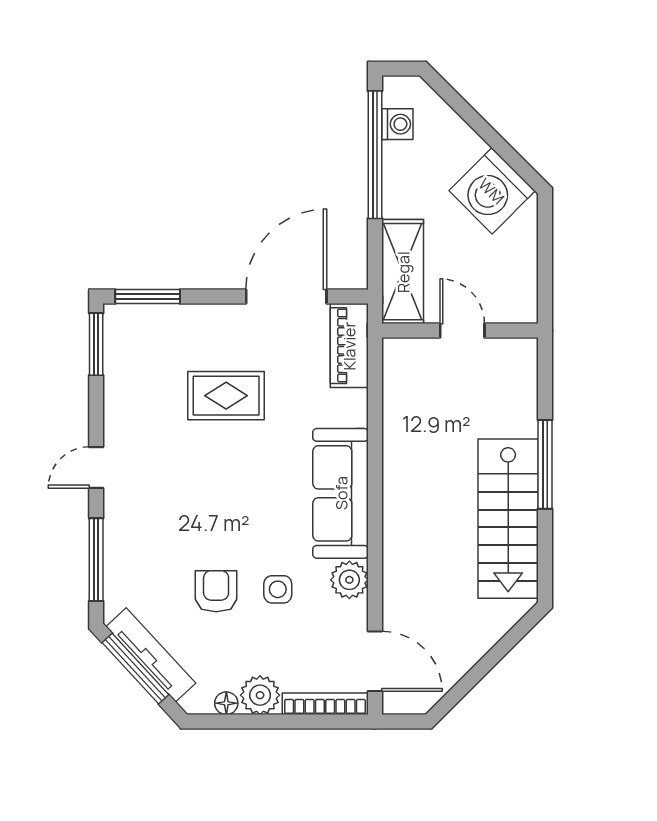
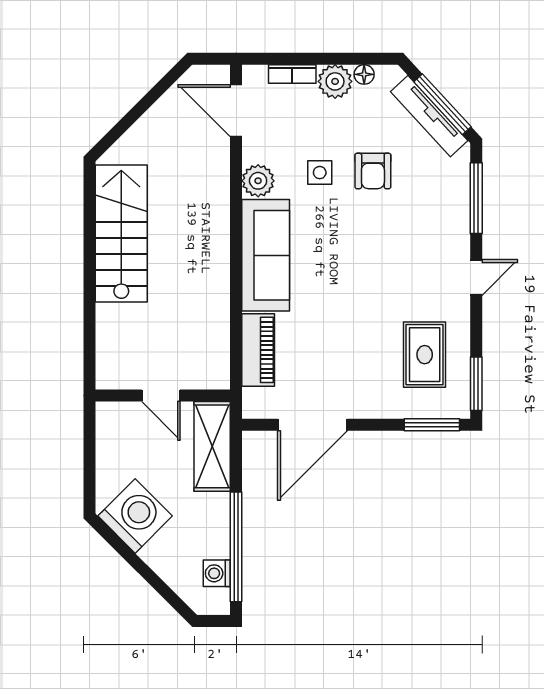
piano: (349, 346) -> (258, 350), moved
rug: (226, 396) -> (425, 355), moved, turned 90
window: (545, 464) -> (90, 280), removed
bookcase: (325, 704) -> (292, 74), width x0.64

